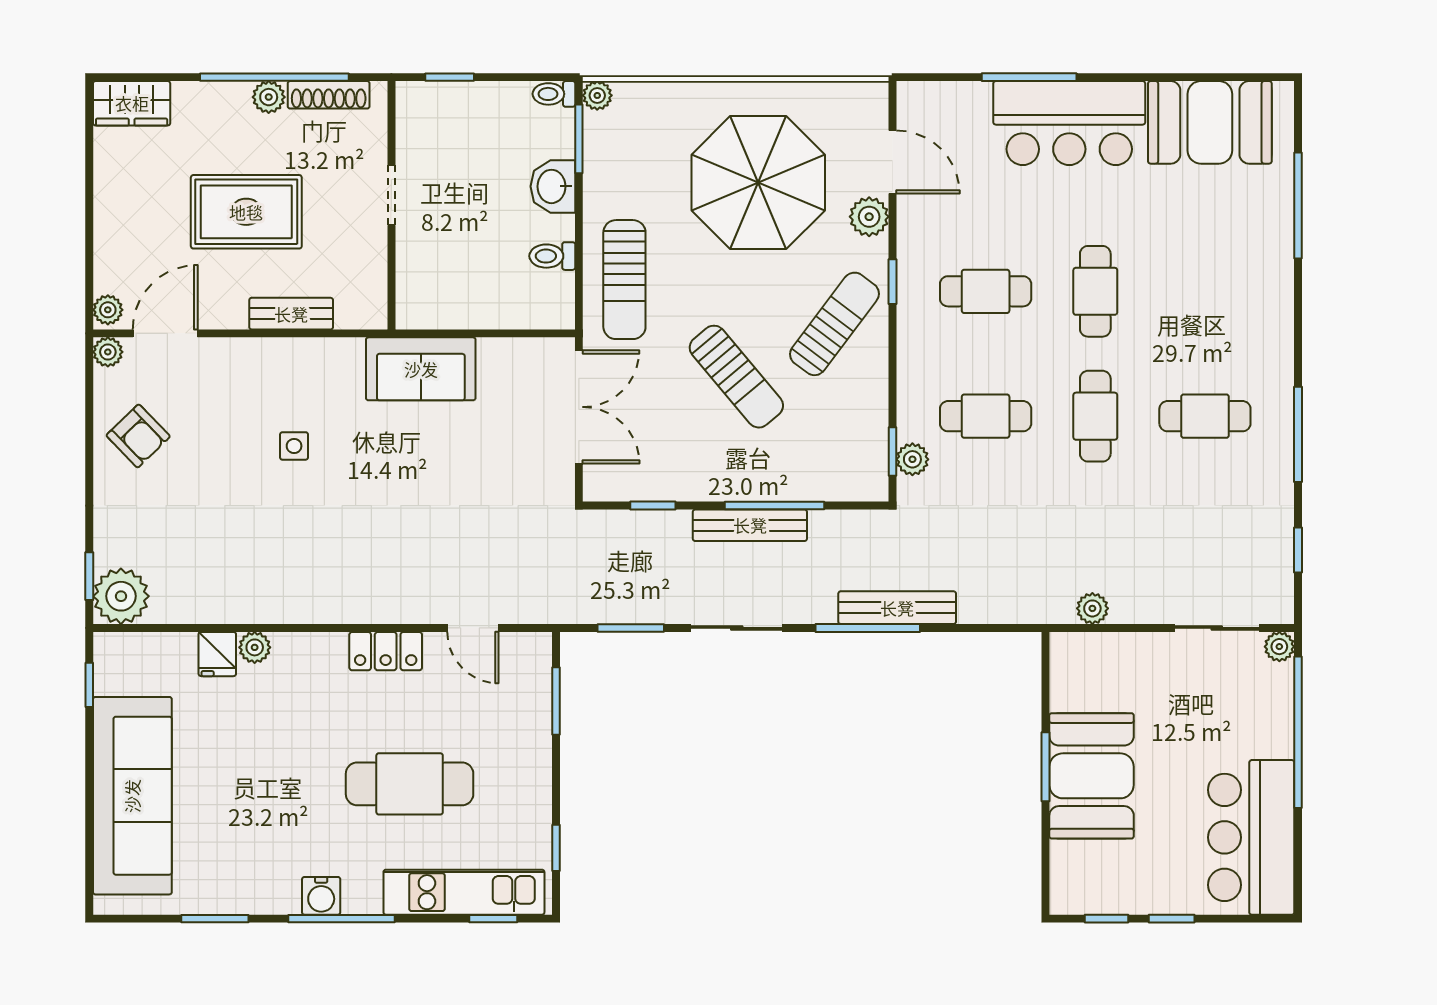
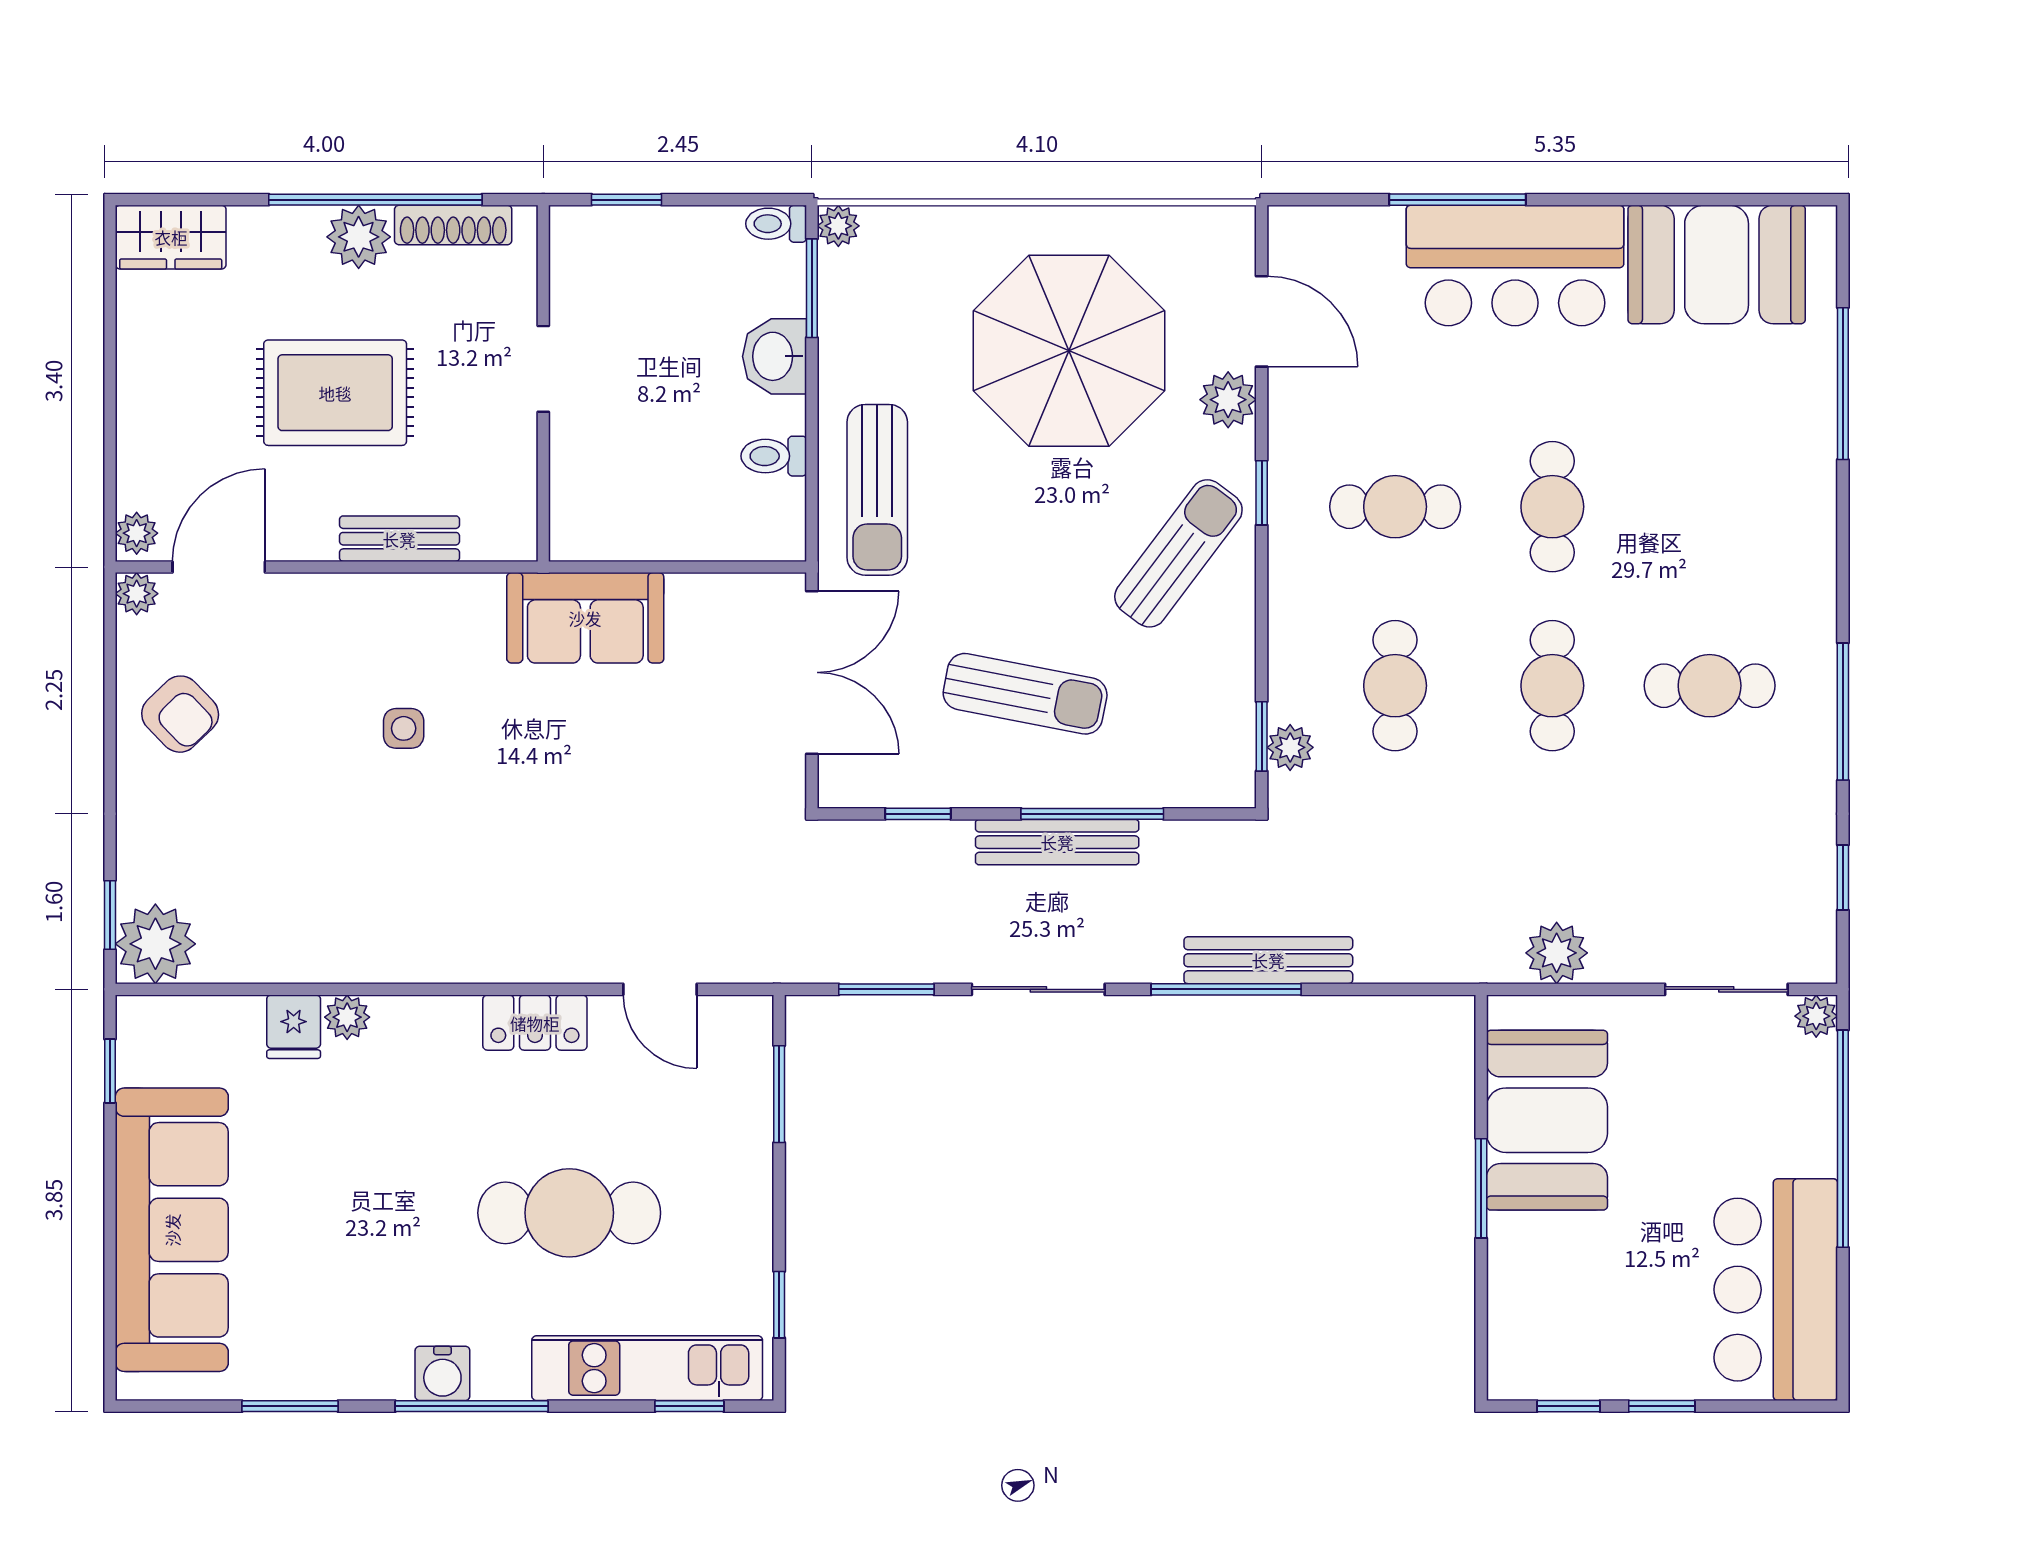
plant: (269, 97) -> (359, 237), width x1.38, depth x1.38
sun lounger: (736, 377) -> (1025, 694), moved, turned -39
cafe table: (986, 416) -> (1395, 686), turned 90
plant: (1092, 608) -> (1557, 953), width x1.38, depth x1.38
booth: (1092, 776) -> (1547, 1120), moved

